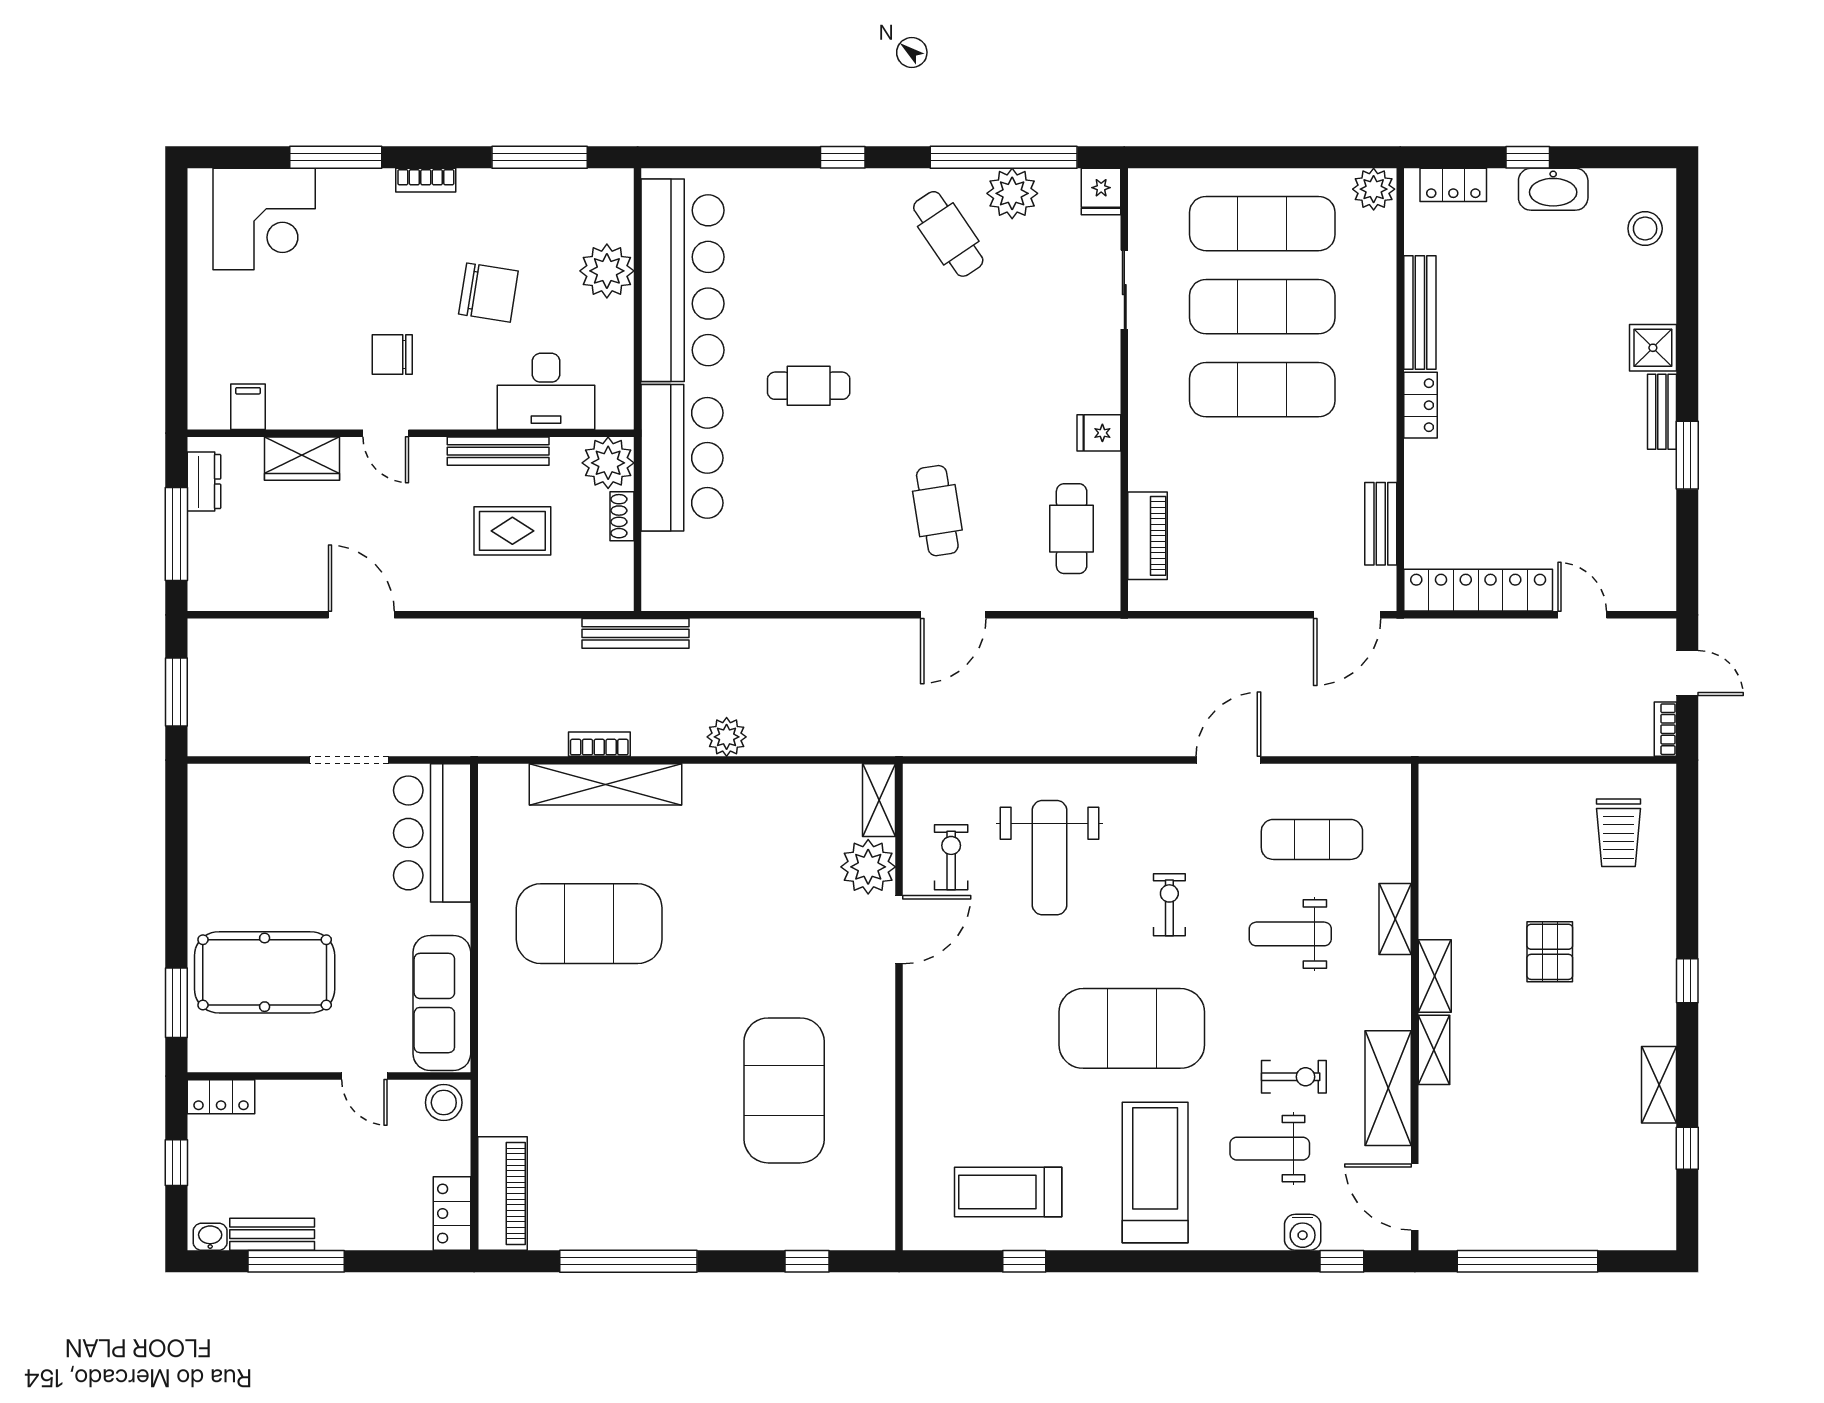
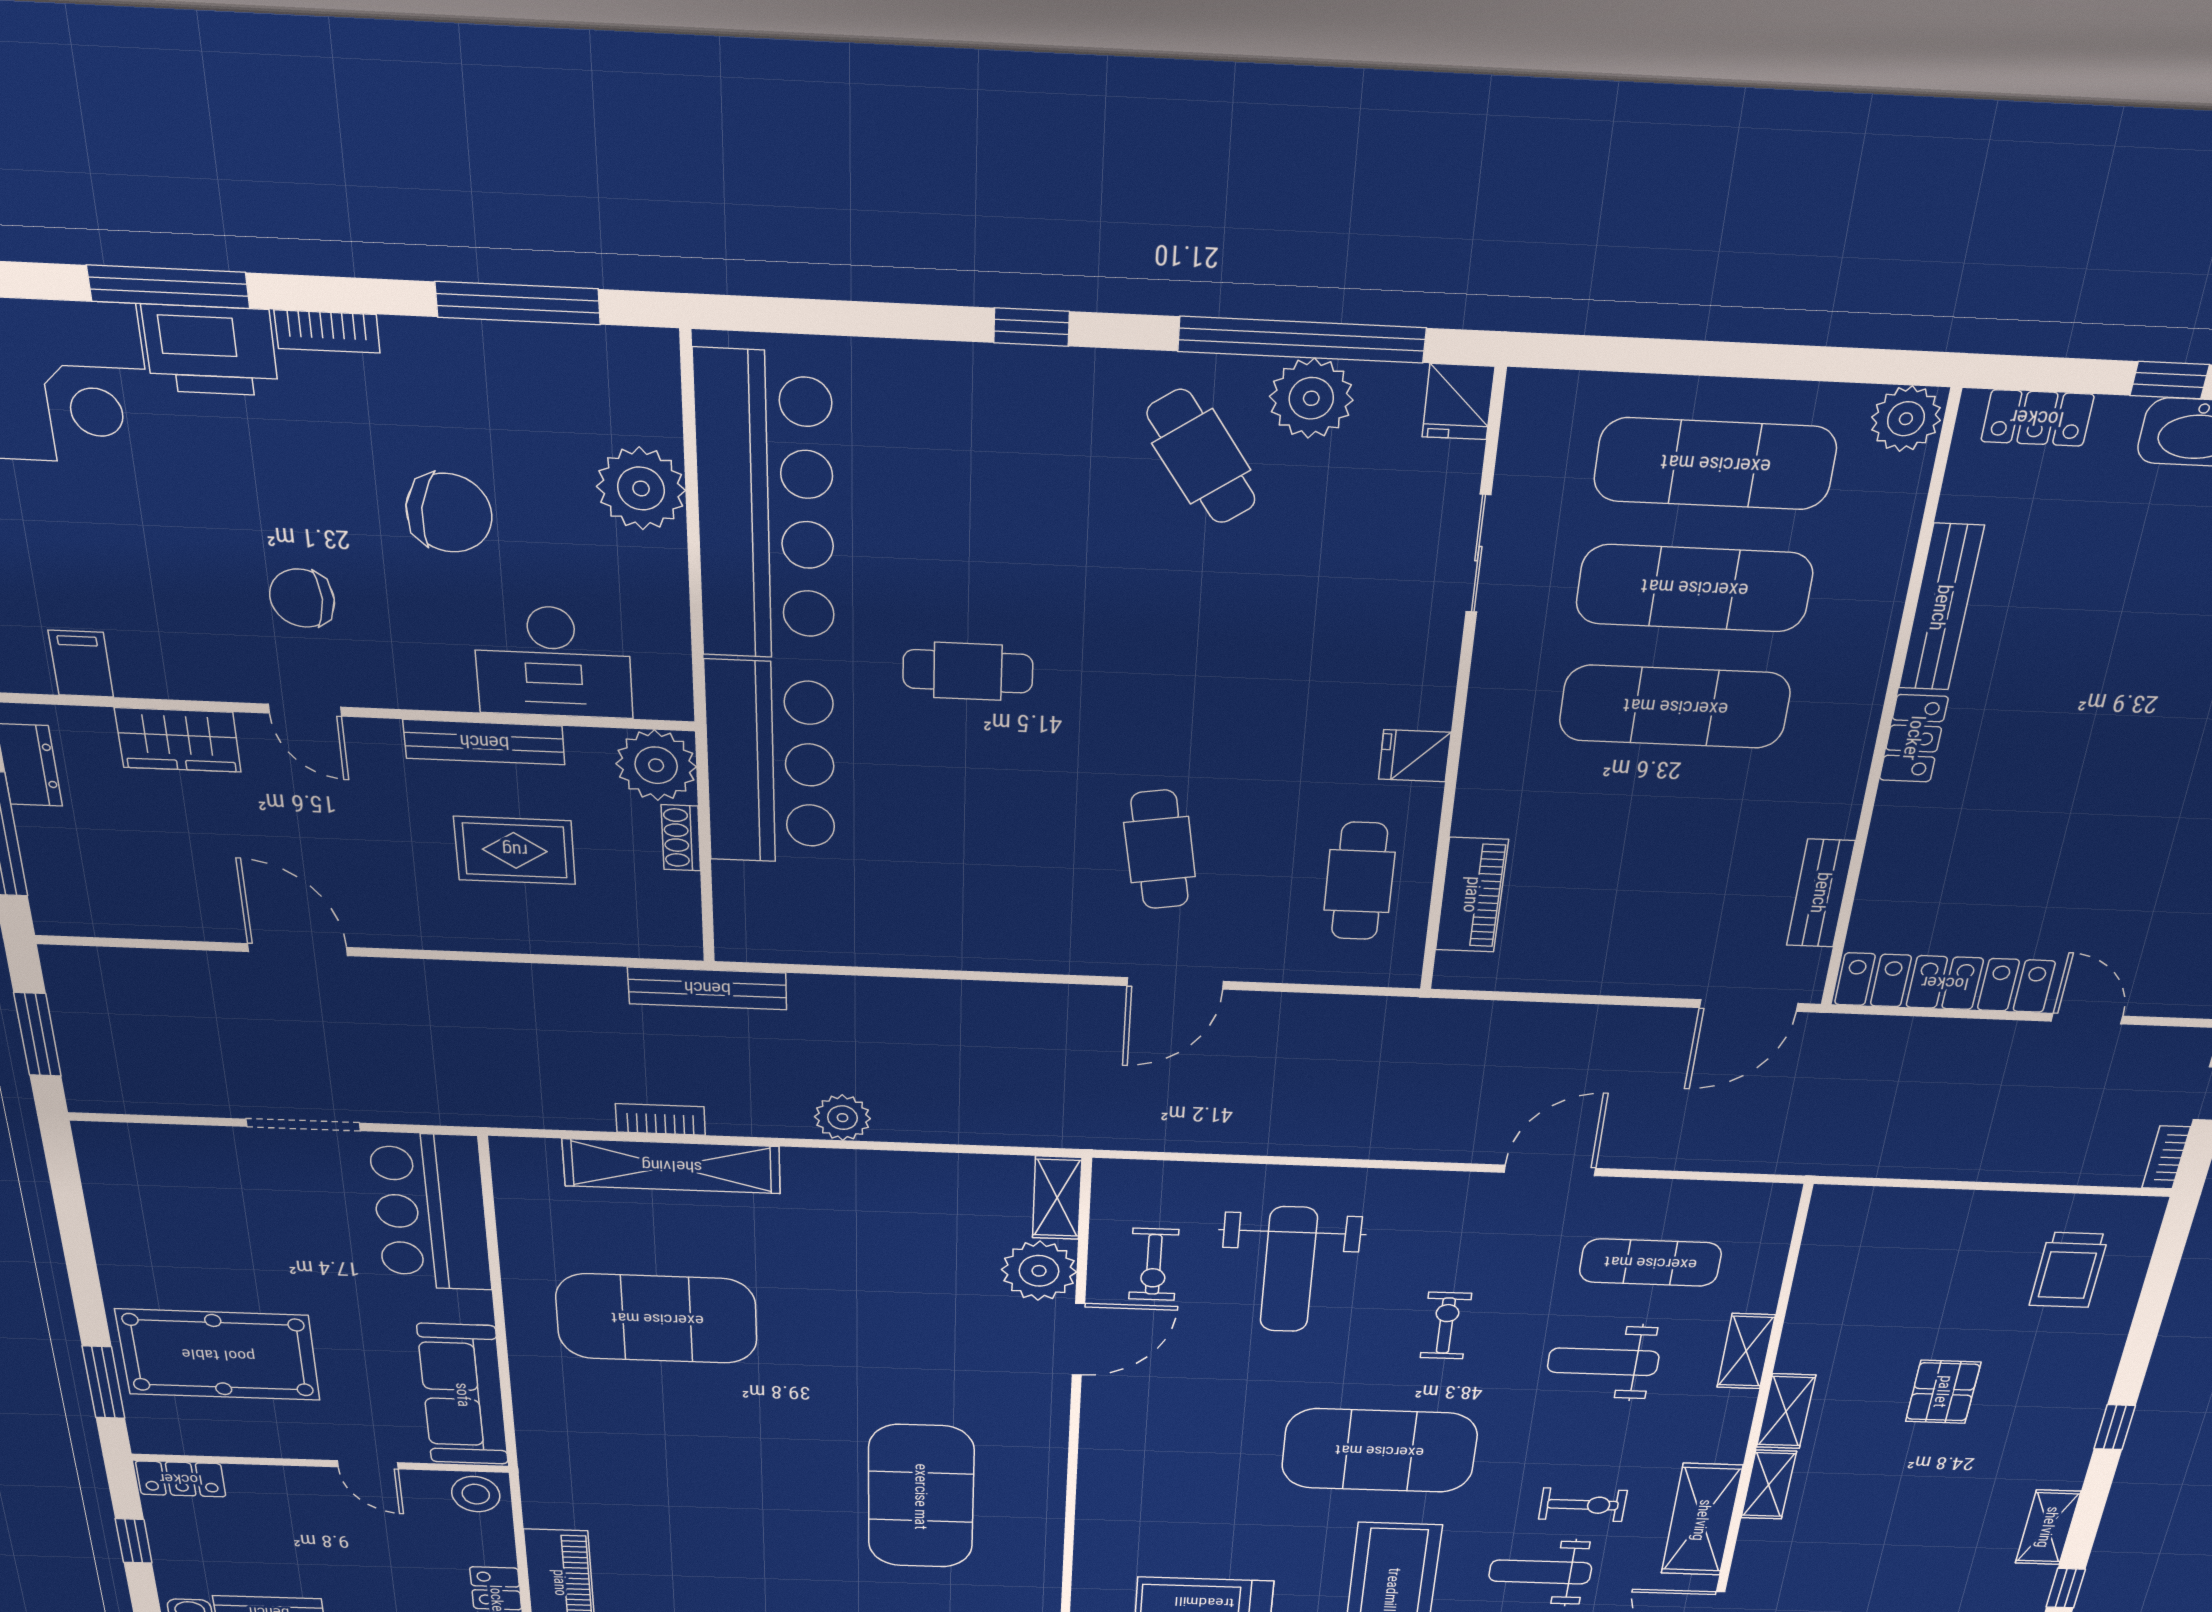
printer: (355, 195) -> (210, 350), added
exercise bike: (951, 857) -> (1154, 1264), turned 180

